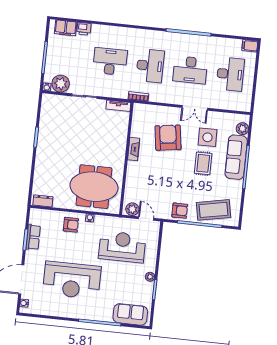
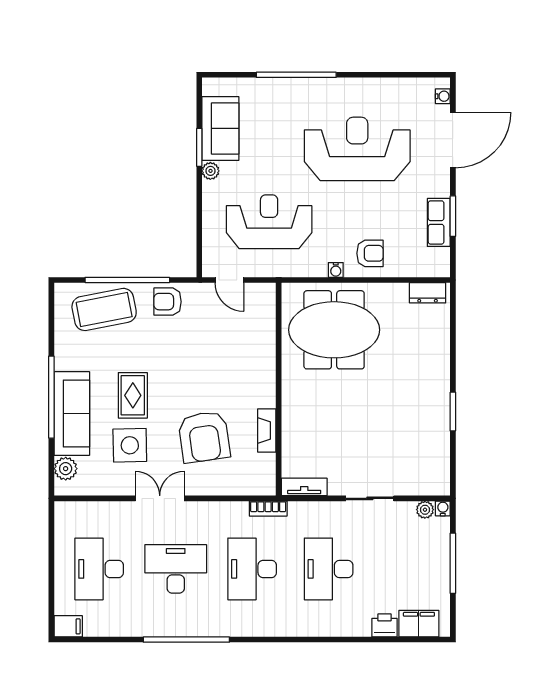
desk: (110, 61) -> (329, 569), turned 90
plant: (61, 84) -> (425, 510), width x0.53, depth x0.53
fireplace: (134, 149) -> (267, 430), moved
plant: (132, 209) -> (257, 295), removed
armchair: (71, 225) -> (370, 253), turned 180
reception desk: (122, 247) -> (269, 222), turned 180
sofa: (130, 314) -> (220, 128), moved, turned -90

